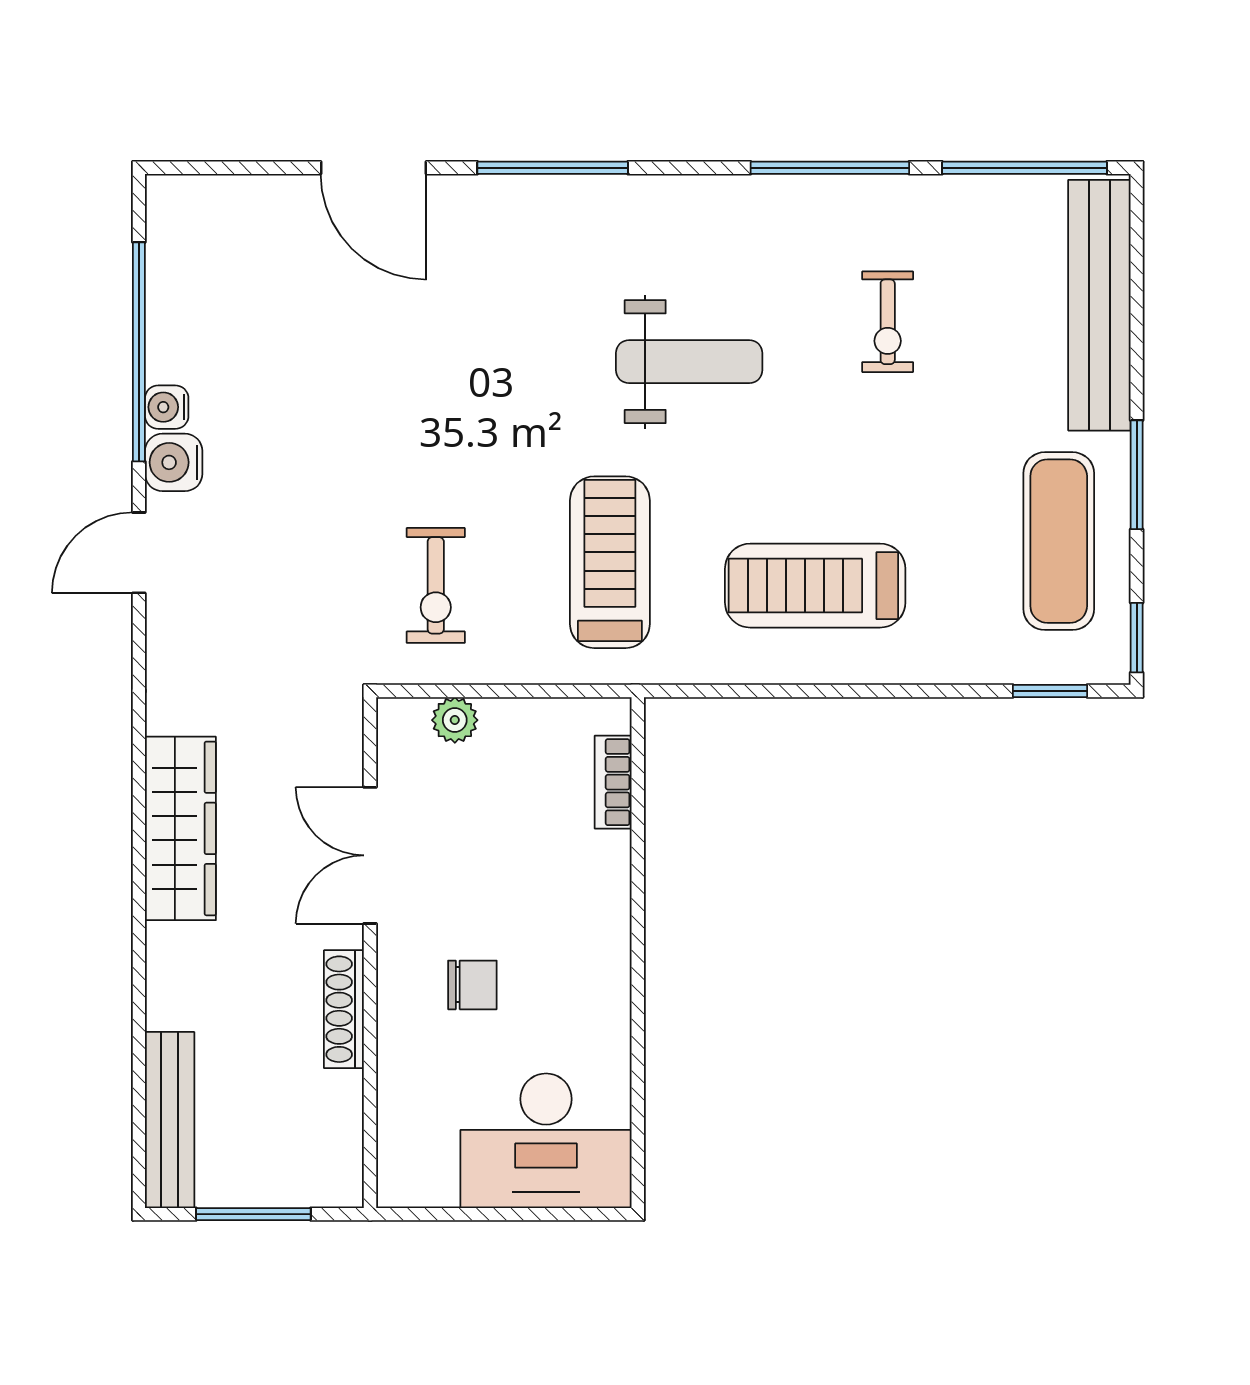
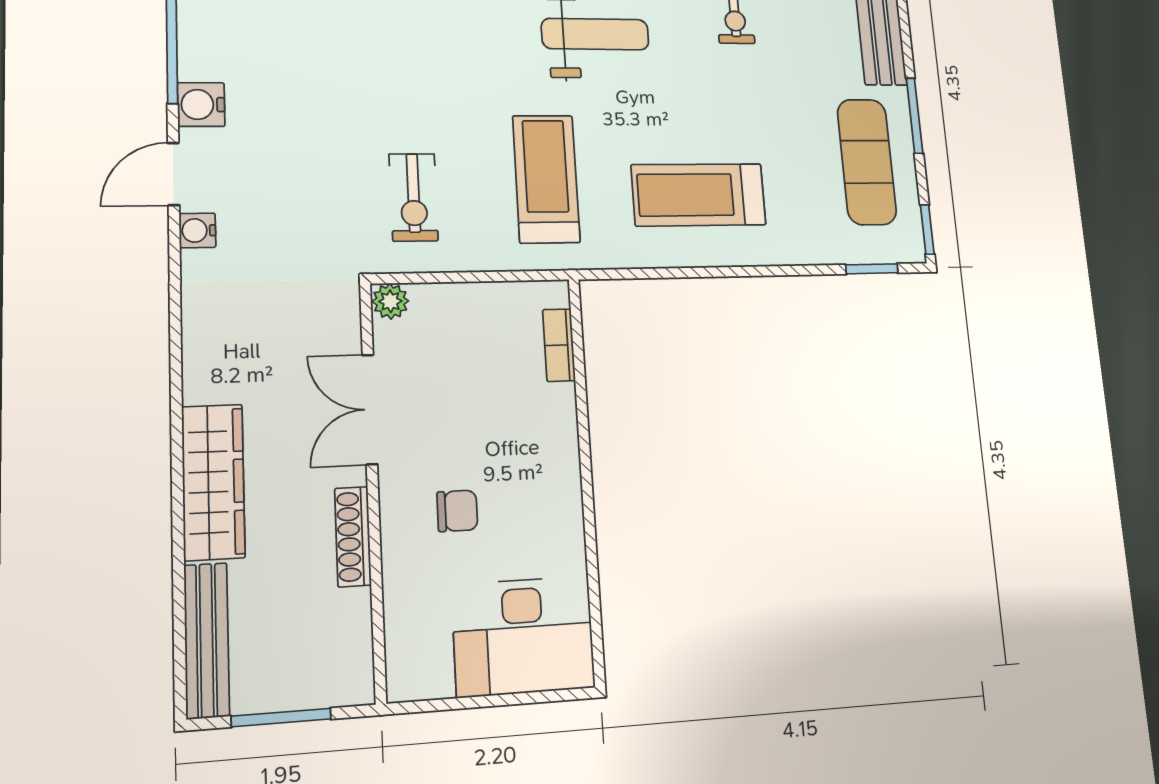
water cooler: (167, 407) -> (197, 230), moved
plant: (455, 720) -> (390, 301), moved
wardrobe: (180, 828) -> (213, 482), moved

